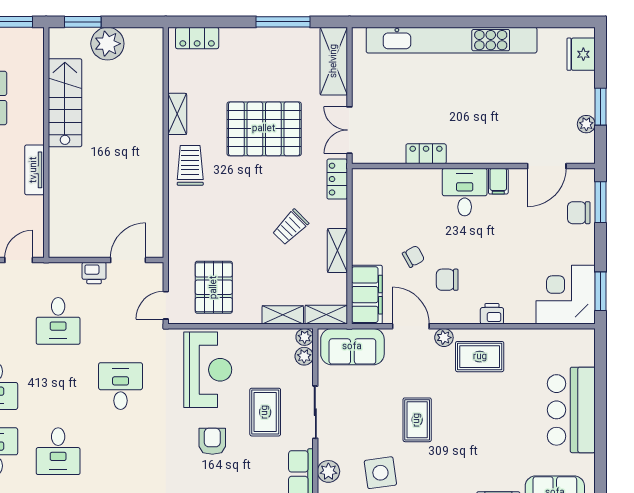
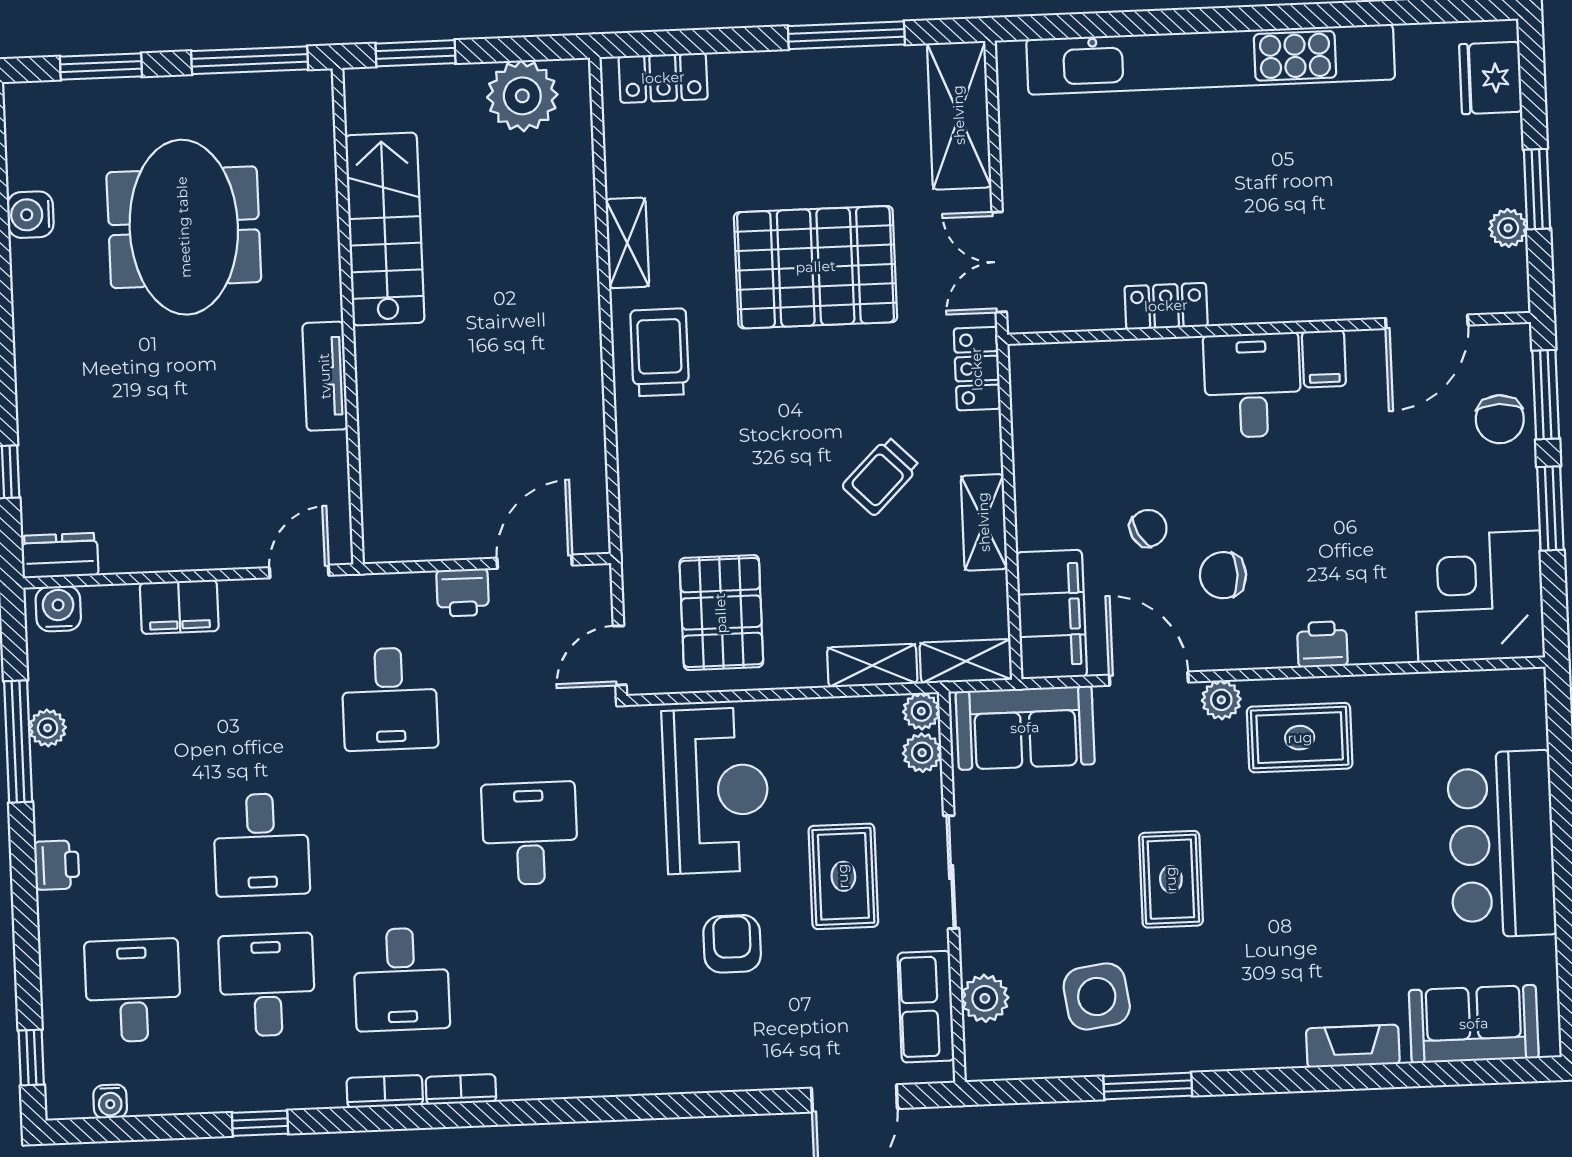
plant: (107, 44) -> (522, 96), moved
chair: (579, 213) -> (1500, 419), turned -90
window: (600, 291) -> (1550, 508), moved

